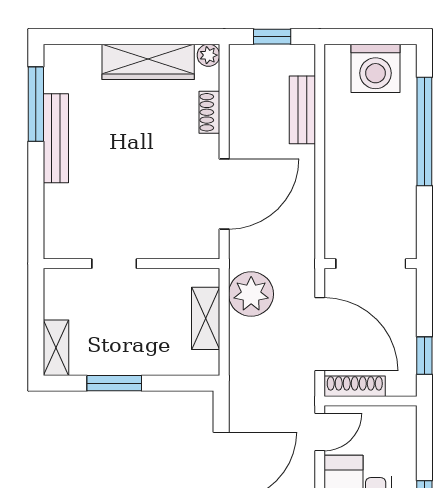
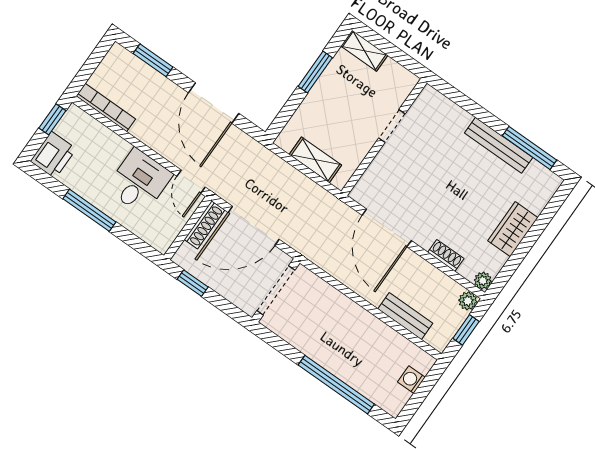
wardrobe: (148, 62) -> (513, 229), width x0.67
washing machine: (376, 68) -> (411, 380), width x0.53, depth x0.53
plant: (251, 294) -> (468, 301), moved, width x0.53, depth x0.53

